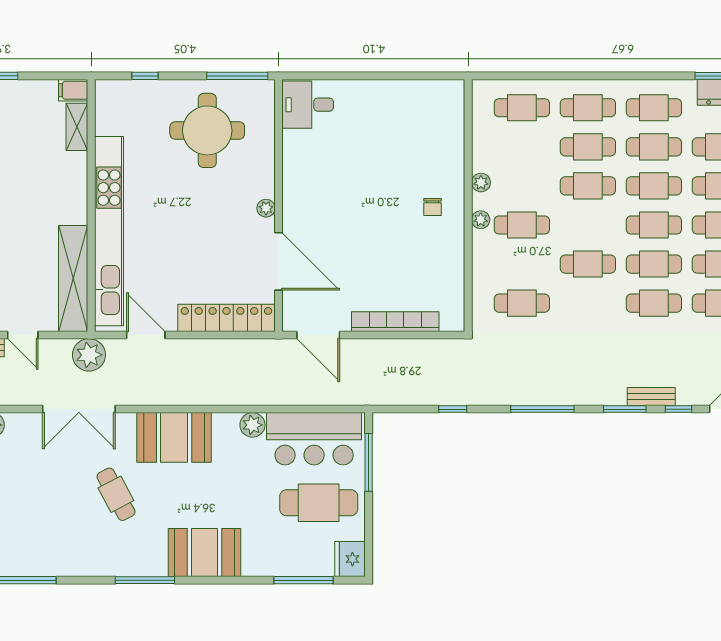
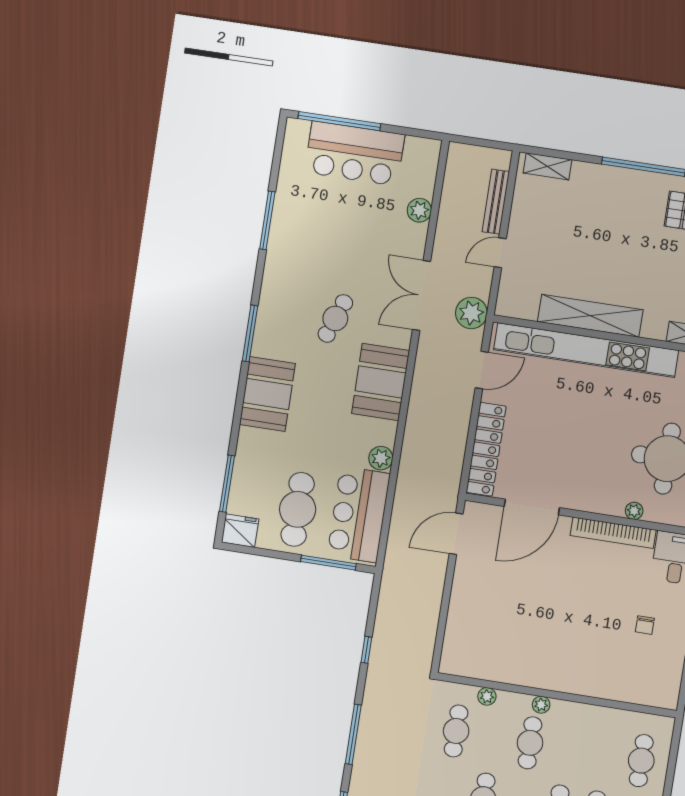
plant: (481, 183) -> (487, 696), moved
chair: (432, 207) -> (645, 625), moved, turned -90
plant: (266, 208) -> (634, 511), moved
shelving: (73, 278) -> (590, 316), moved
bookcase: (395, 322) -> (613, 533), moved, turned 90
cafe table: (116, 494) -> (335, 318), turned -42

